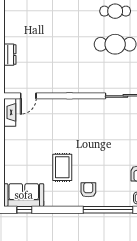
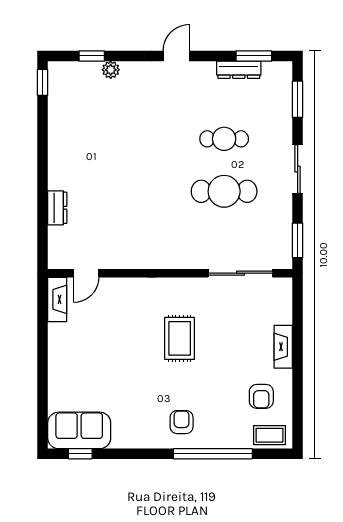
rug: (62, 167) -> (180, 338), moved

